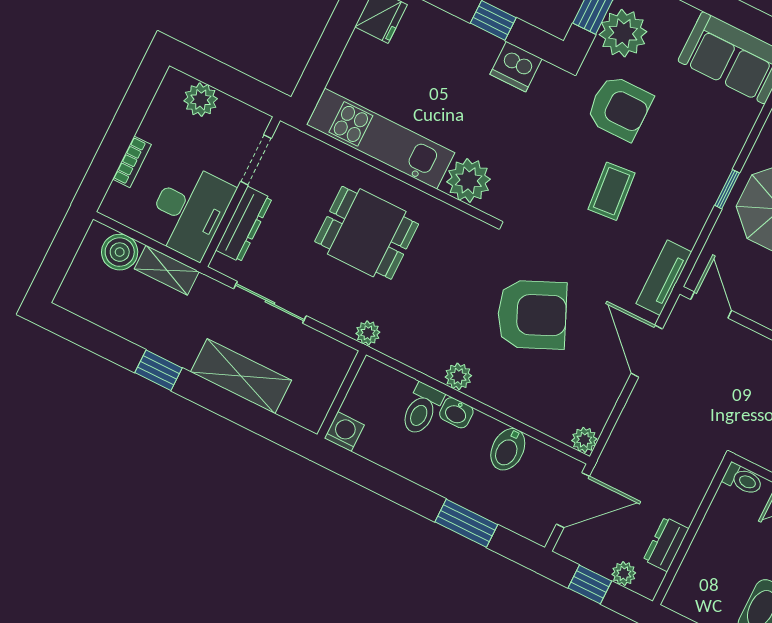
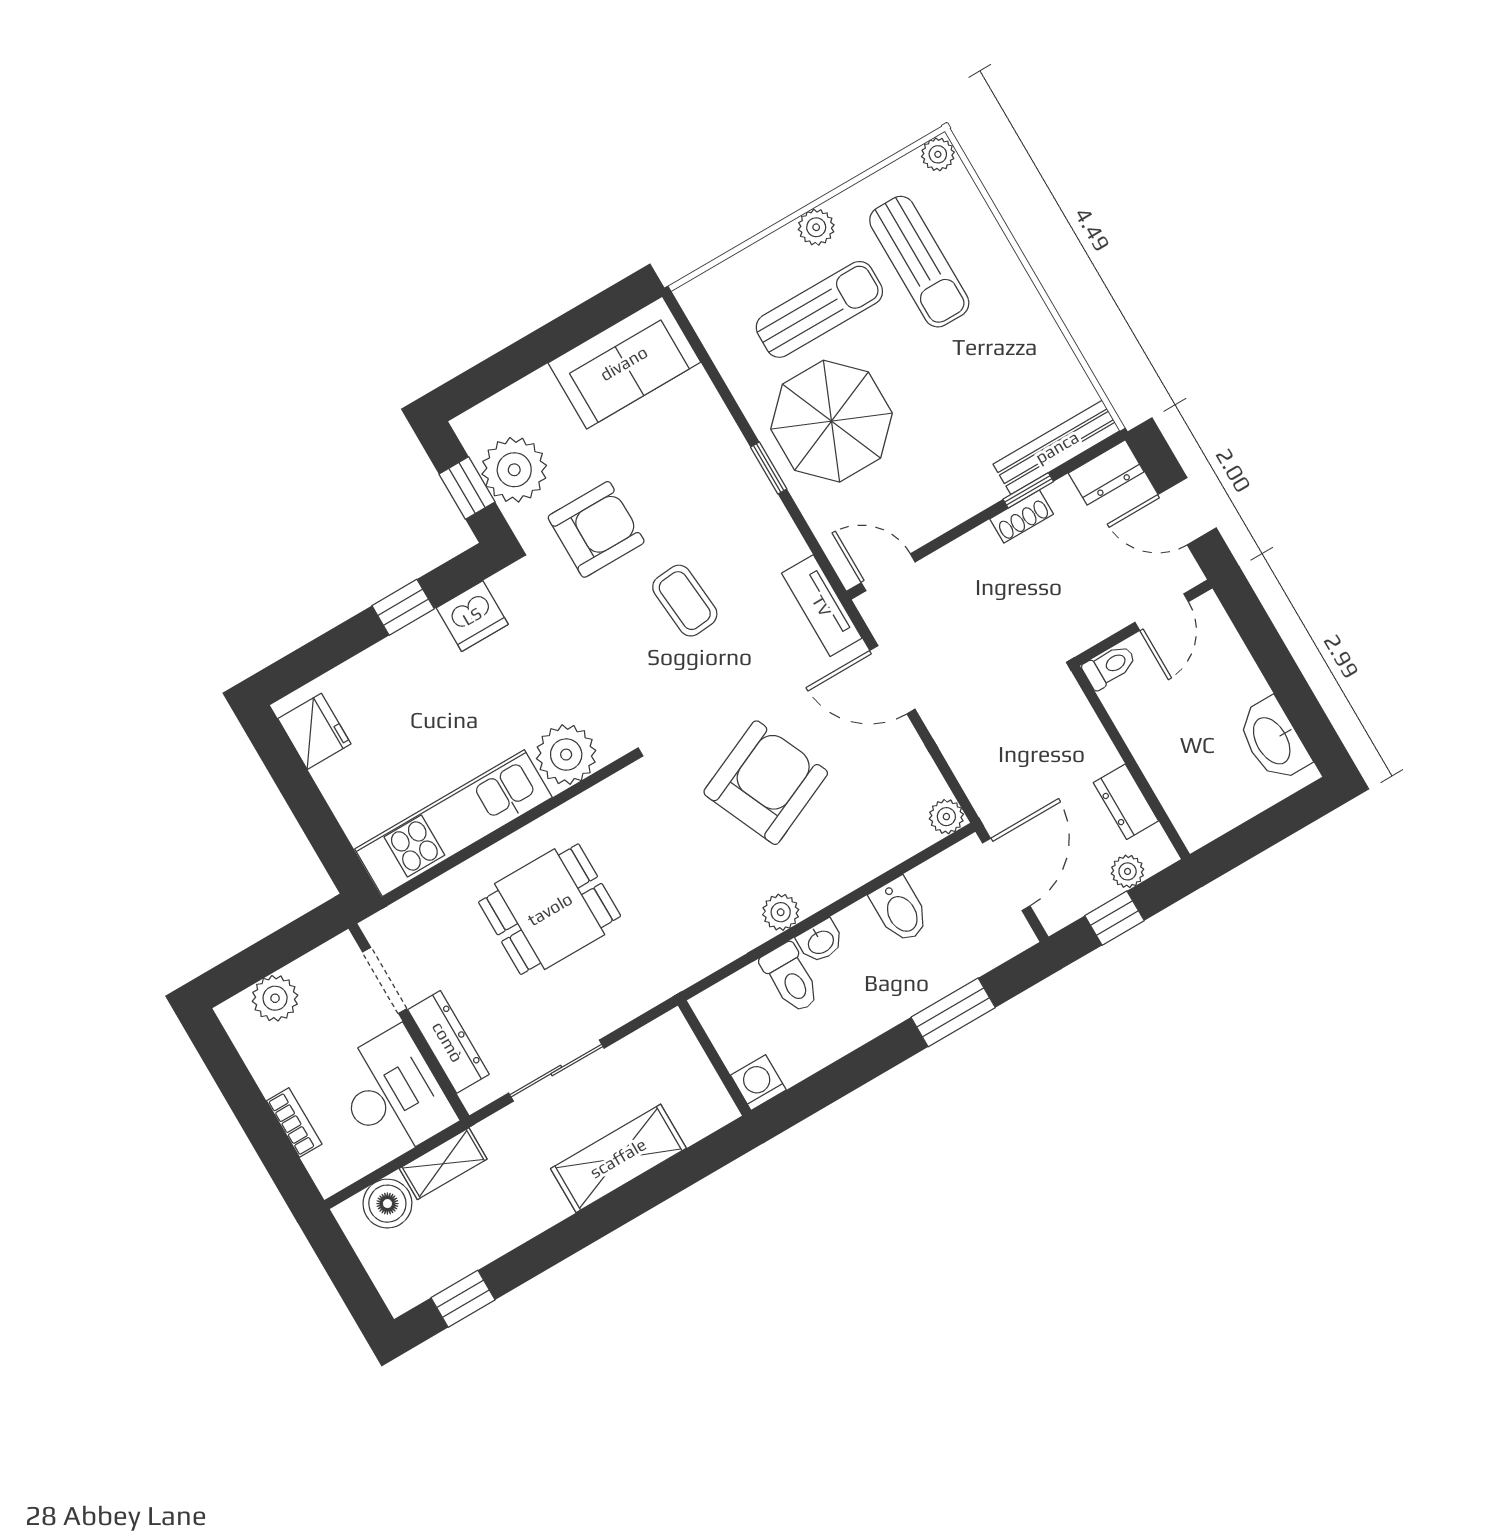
plant: (368, 333) -> (664, 982), removed
window: (158, 370) -> (463, 1299), moved

